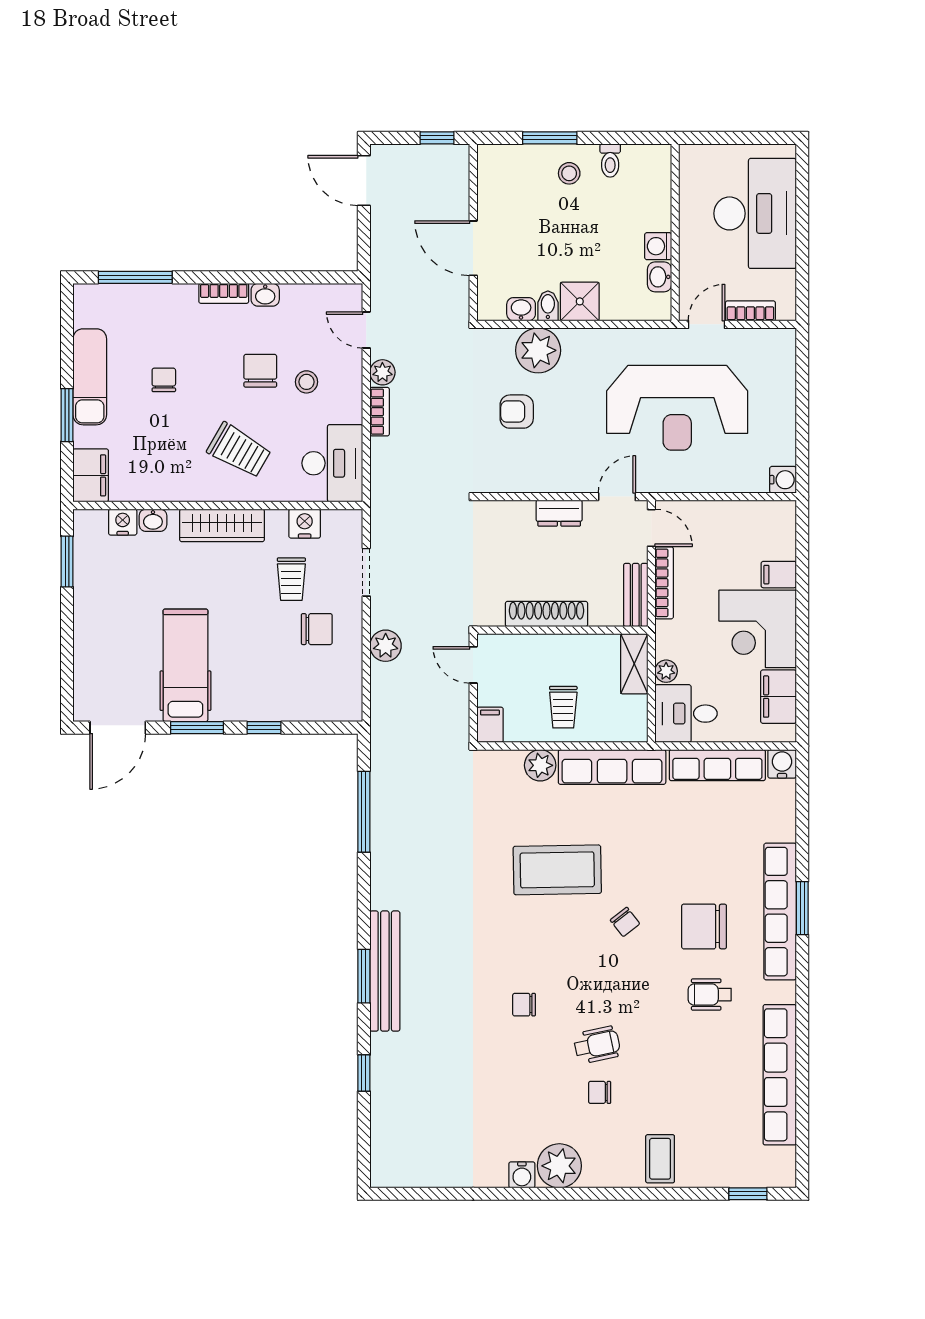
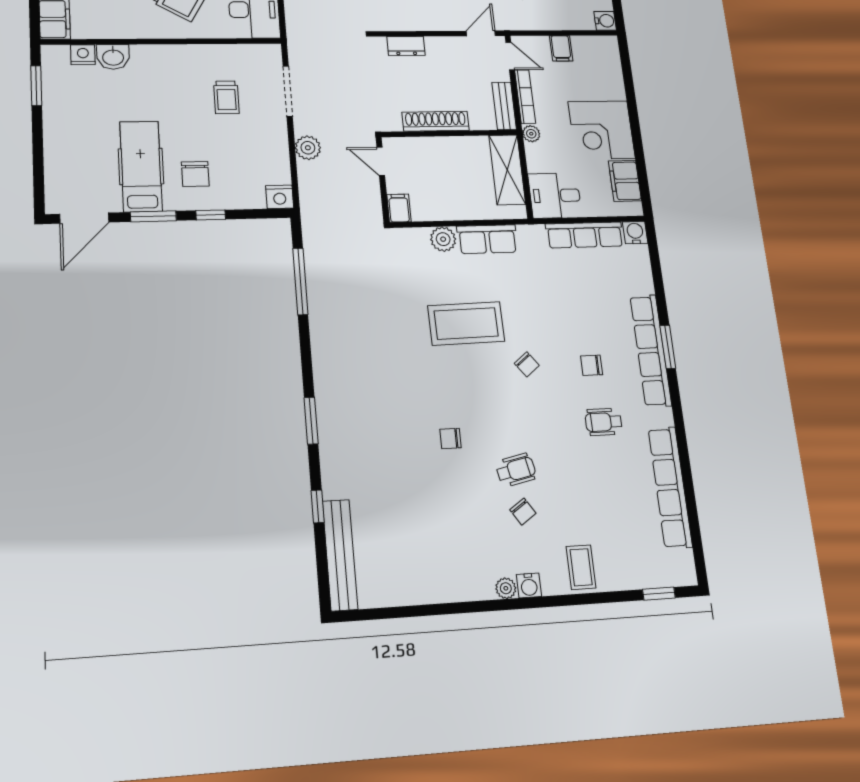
dresser: (559, 513) -> (406, 46), moved
washbasin: (153, 520) -> (113, 57), width x1.38, depth x1.45
nightstand: (305, 524) -> (280, 197), moved, turned 180
wardrobe: (222, 525) -> (166, 57), removed
doorway: (366, 572) -> (288, 91), width x1.38
filing cabinet: (779, 575) -> (561, 48), moved, turned -90
chair: (317, 629) -> (195, 174), moved, turned 90
shelving: (634, 664) -> (507, 170), width x1.50, depth x1.33
plant: (666, 671) -> (531, 134), moved
trolley: (563, 707) -> (457, 193), removed
row of seats: (612, 767) -> (487, 239), width x0.68
chair: (704, 926) -> (592, 365), width x0.54, depth x0.54
bench: (385, 971) -> (340, 555), moved
chair: (600, 1092) -> (523, 512), turned -124
plant: (559, 1166) -> (506, 588), width x0.53, depth x0.53
water cooler: (522, 1175) -> (529, 585), moved

